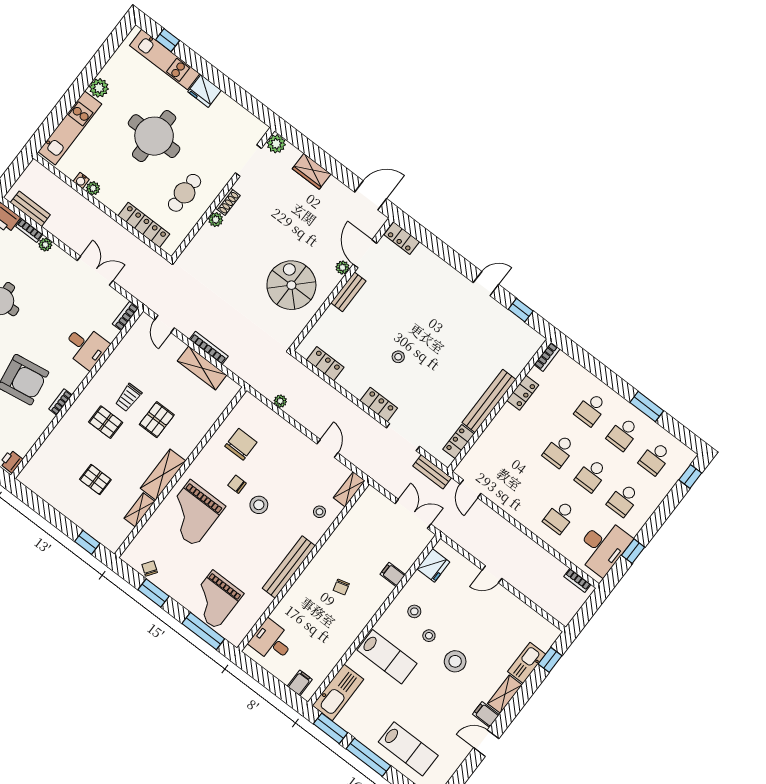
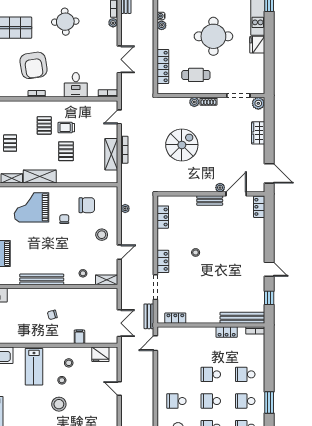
spiral stairs: (291, 285) -> (182, 145), moved
bench: (489, 401) -> (242, 318), moved
pallet: (157, 420) -> (66, 151), turned 90
stool: (259, 505) -> (102, 235), moved

